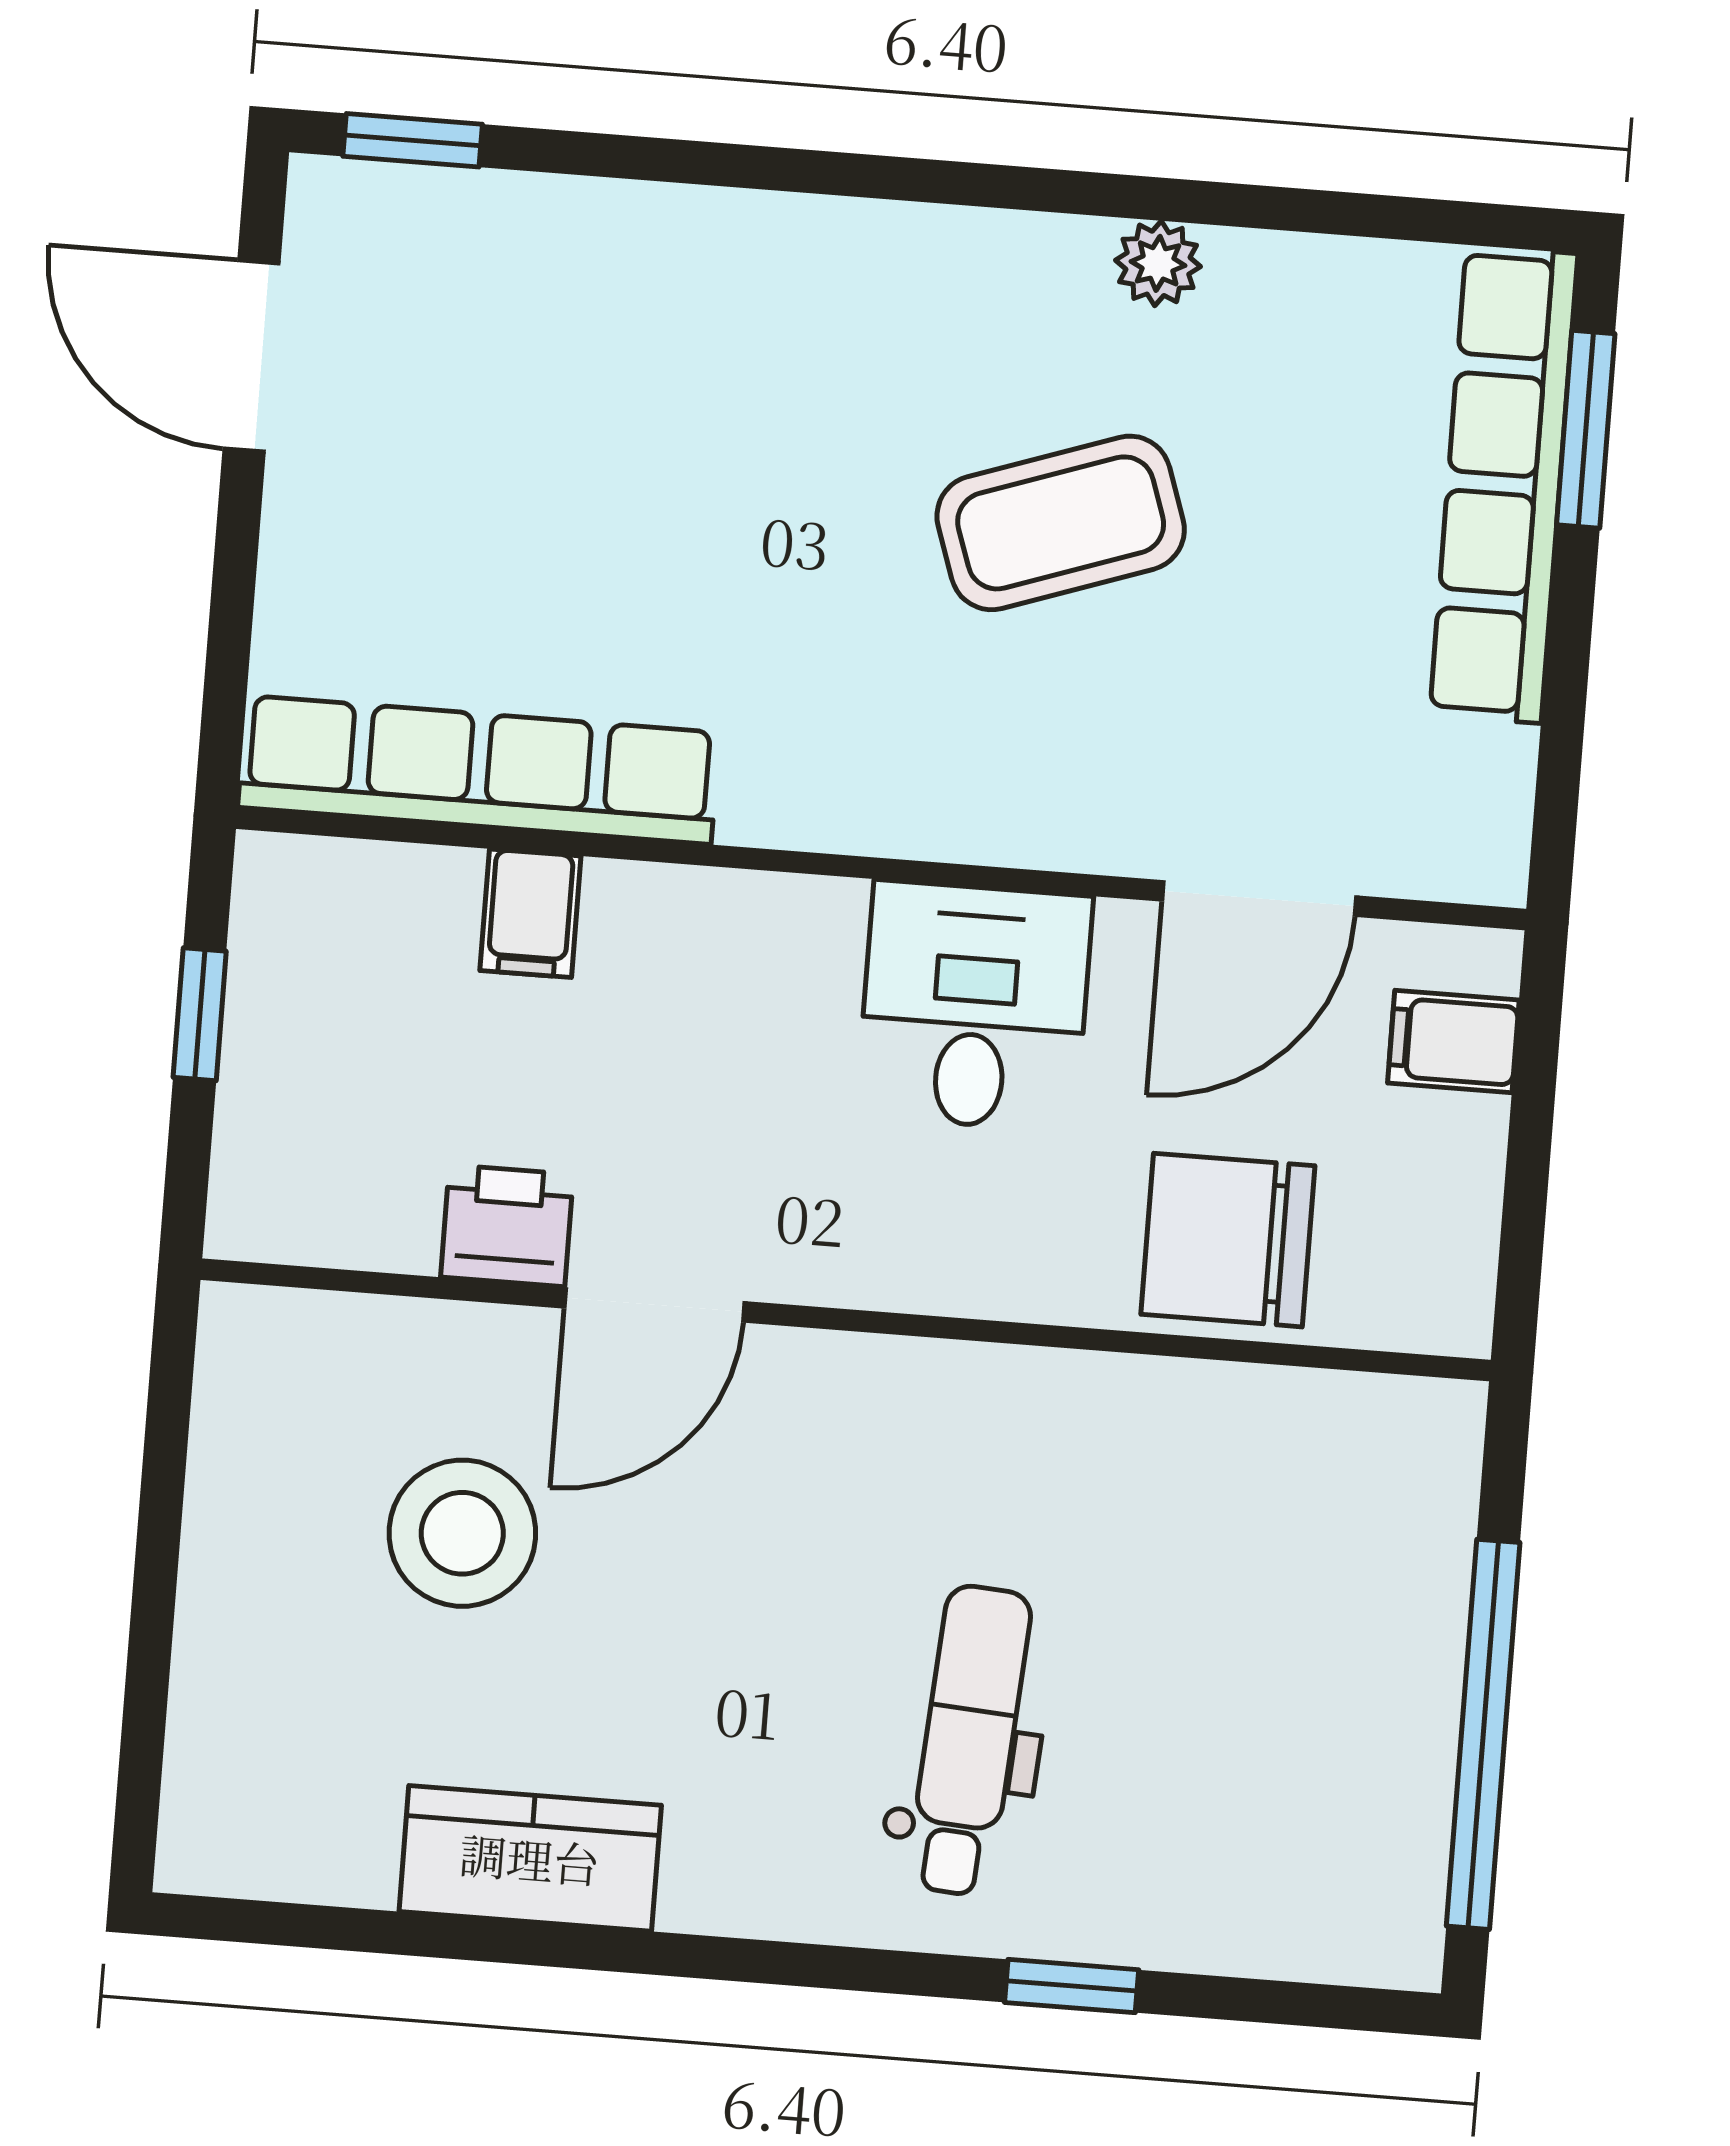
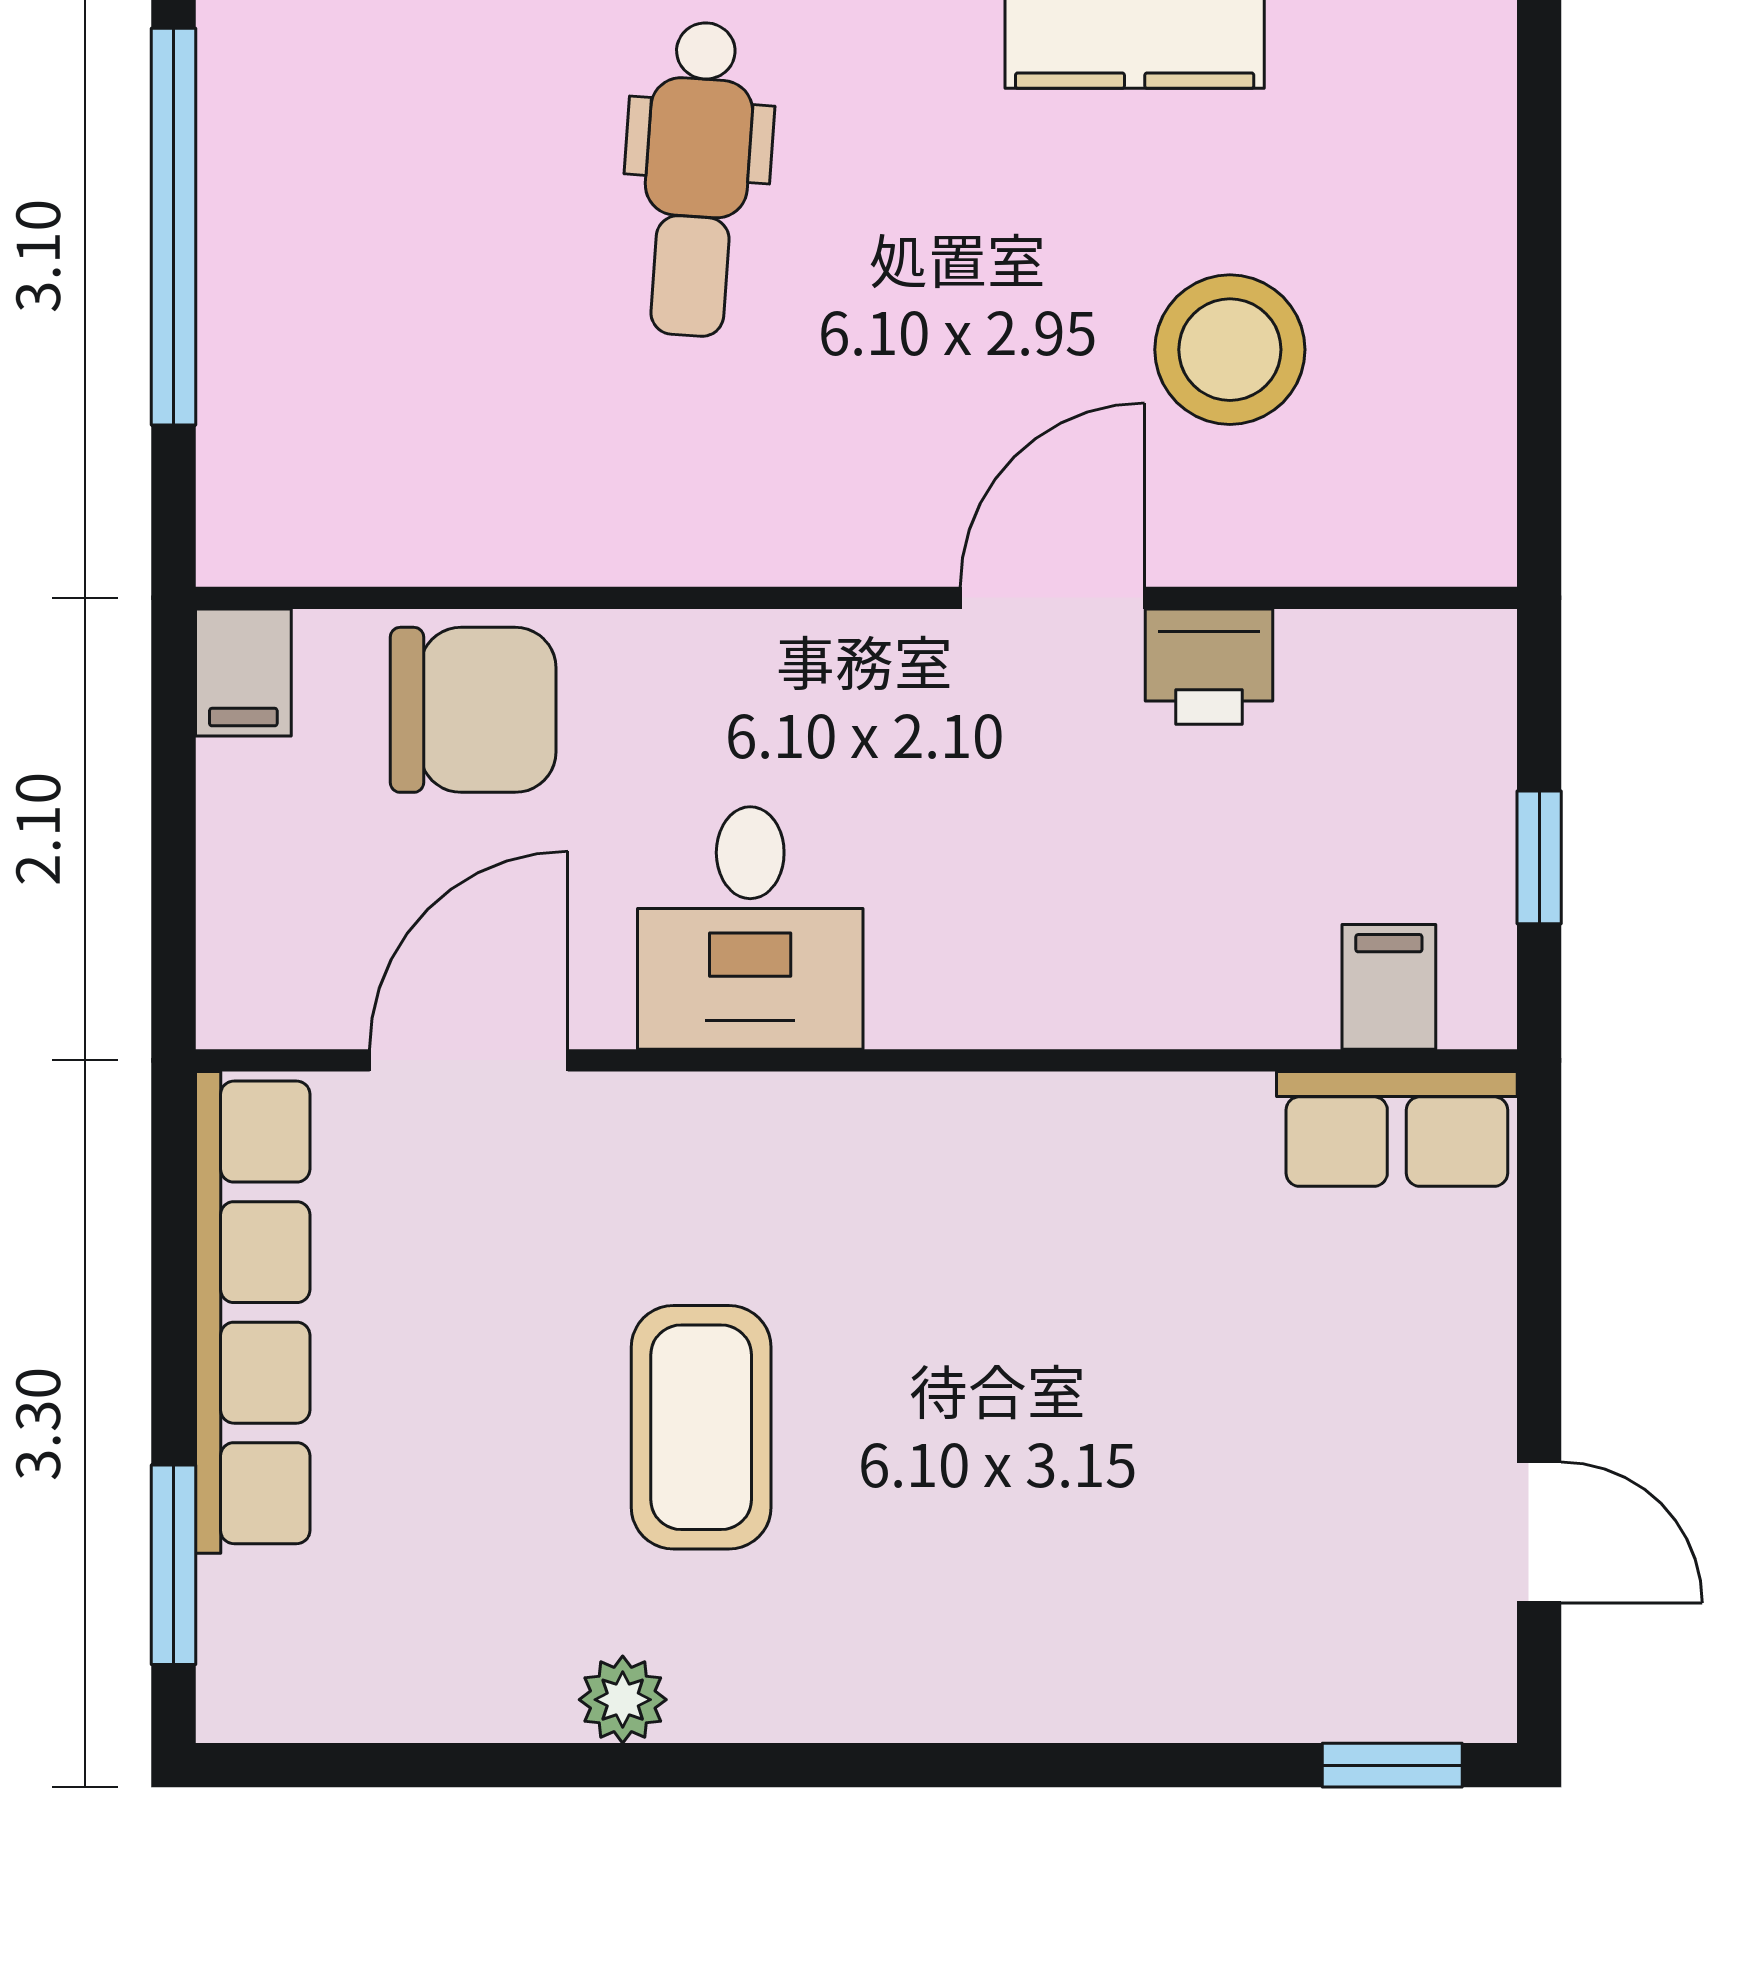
door: (251, 356) -> (1539, 1532), width x0.73
row of seats: (1504, 484) -> (253, 1312), moved
coffee table: (1061, 523) -> (701, 1427), turned -71
row of seats: (479, 770) -> (1397, 1129), width x0.50
filing cabinet: (530, 913) -> (1389, 987), moved
filing cabinet: (1453, 1042) -> (243, 672), moved, turned 90

